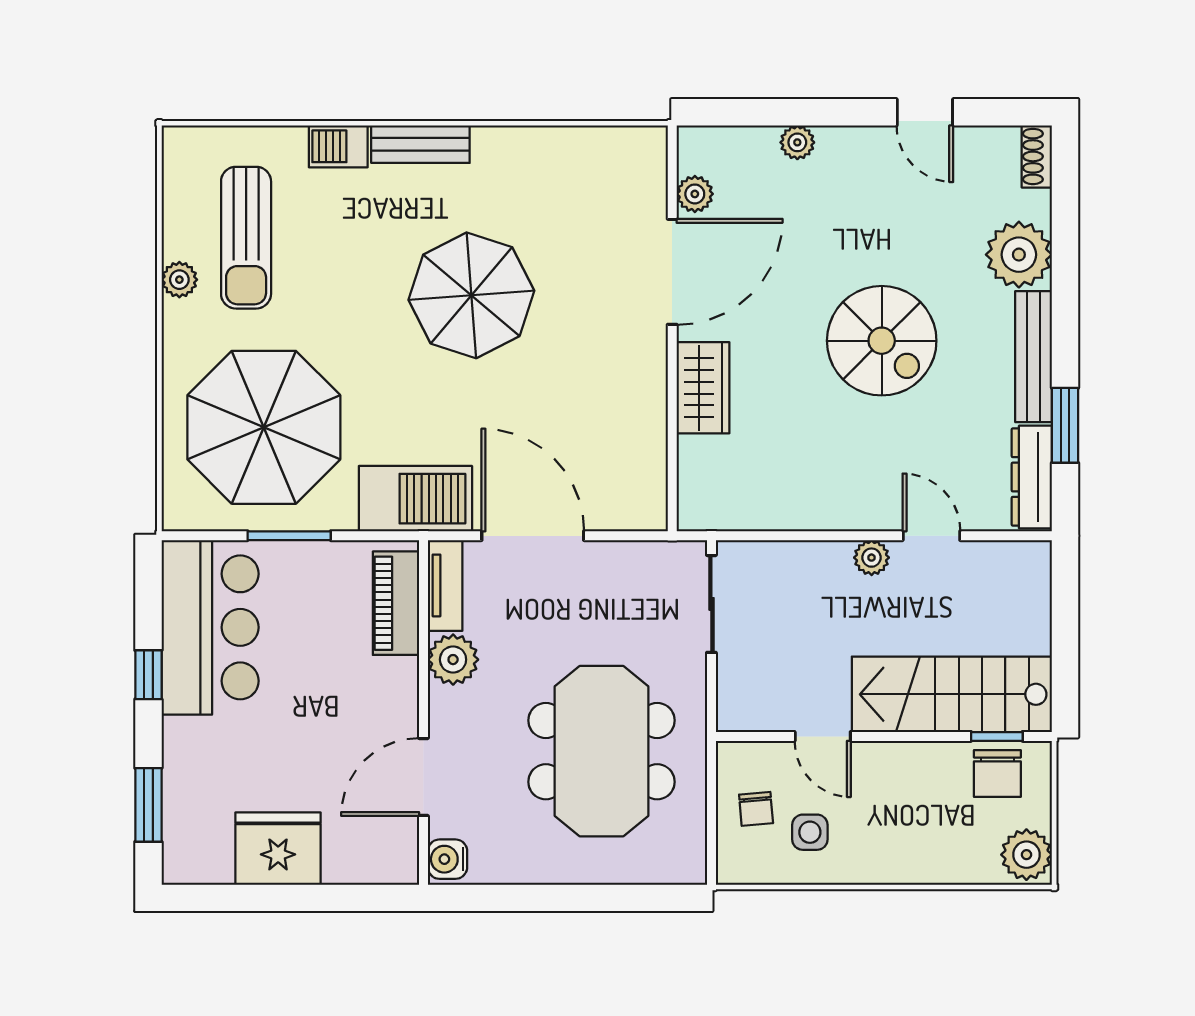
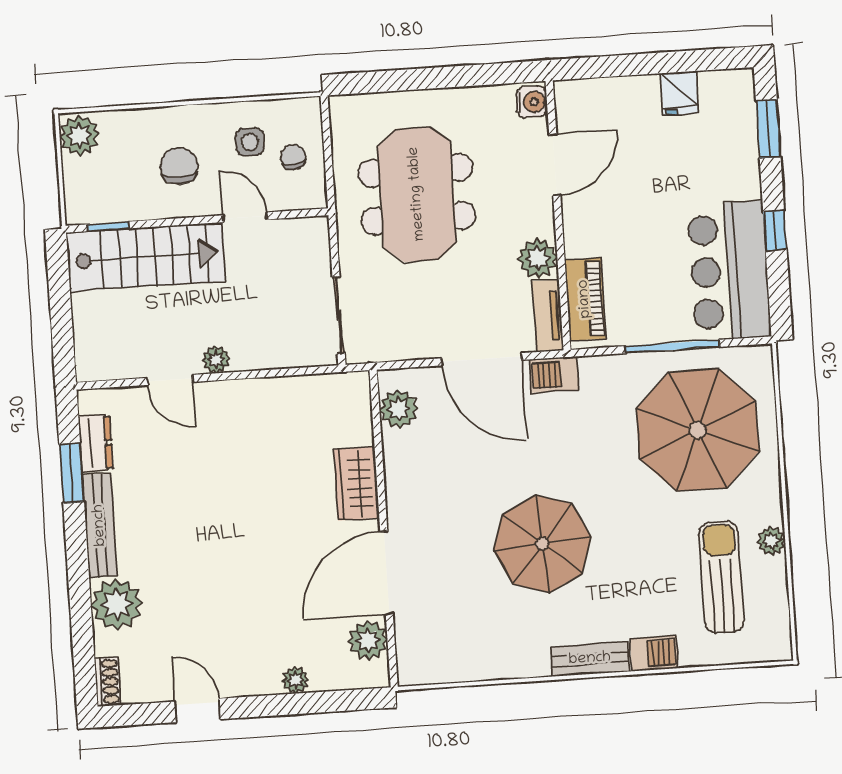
plant: (695, 194) -> (368, 640), width x1.38, depth x1.38
spiral stairs: (882, 341) -> (219, 530), removed
dresser: (1032, 477) -> (96, 443), width x0.70
plant: (643, 479) -> (399, 409), added
barbecue: (415, 499) -> (554, 375), width x0.53, depth x0.65
window: (289, 536) -> (672, 347), width x1.44
chair: (997, 774) -> (179, 166), moved
fridge: (278, 849) -> (680, 93), width x0.53, depth x0.75

